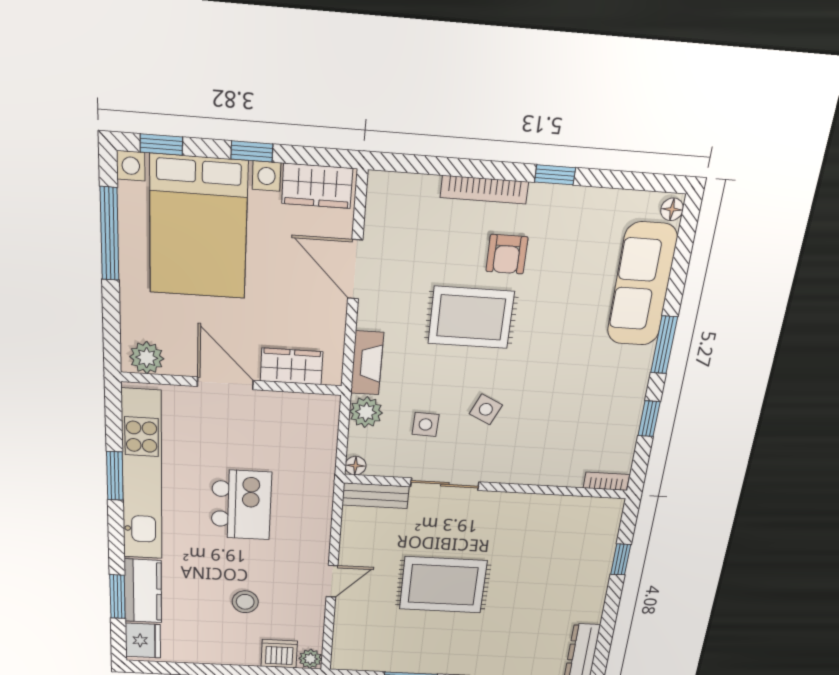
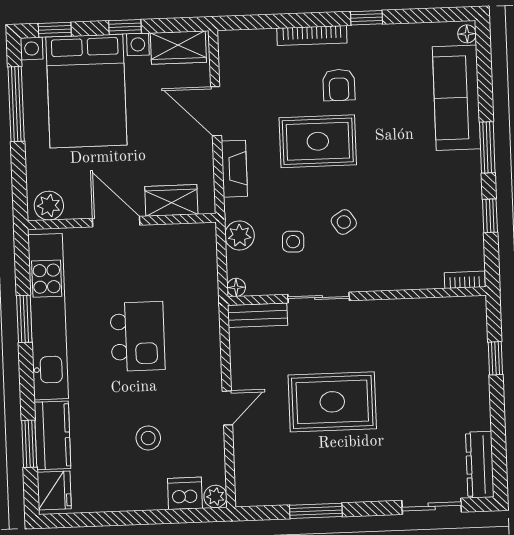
fireplace: (367, 363) -> (234, 169), moved
side table: (486, 409) -> (344, 222), turned 32

